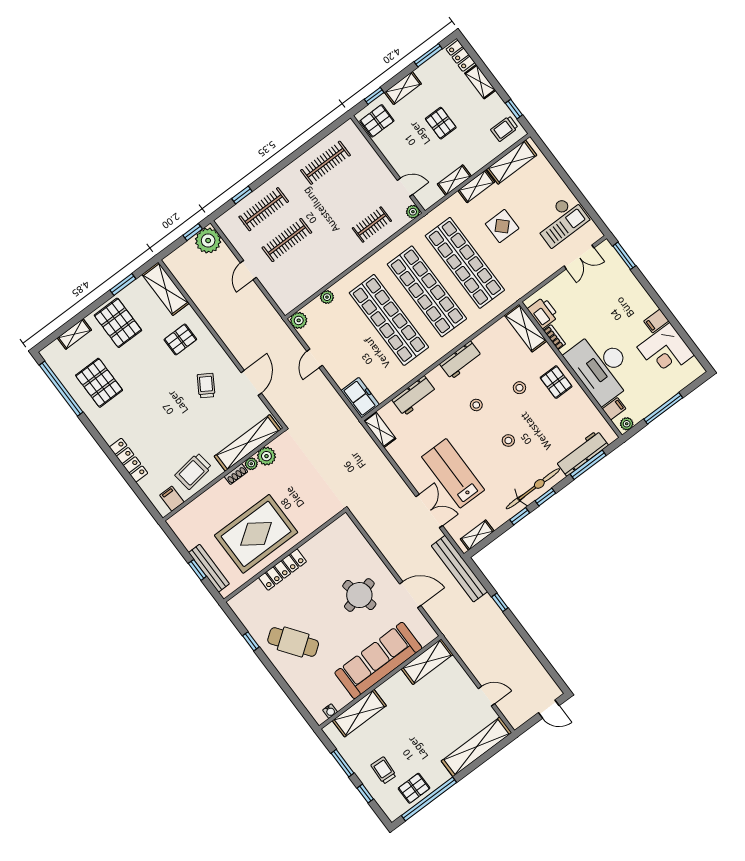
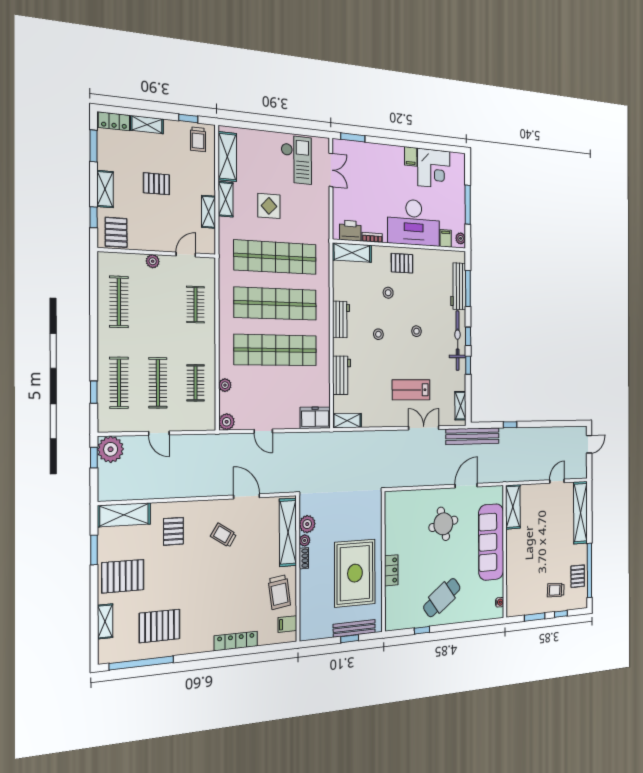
plant: (413, 212) -> (153, 261), moved
clothes rail: (310, 271) -> (196, 383), added
lab bench: (453, 473) -> (411, 390), width x0.73, depth x0.72
locker: (282, 570) -> (391, 570), width x0.66
shelving: (359, 713) -> (513, 581), removed

